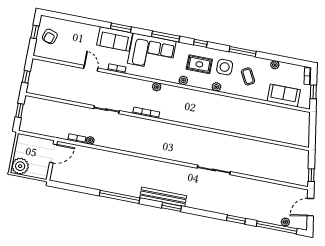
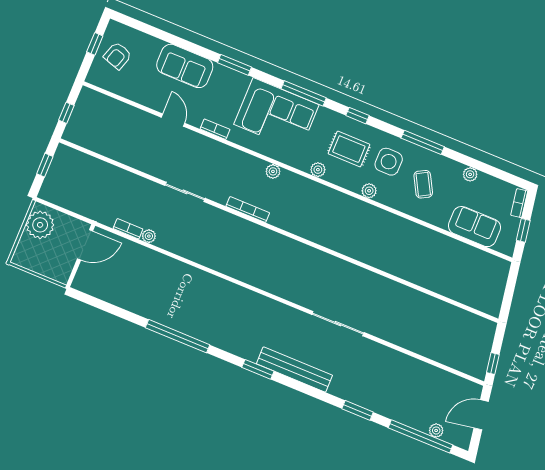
sofa: (115, 39) -> (185, 66), moved
plant: (20, 166) -> (40, 225), moved
bench: (163, 197) -> (294, 370), moved

